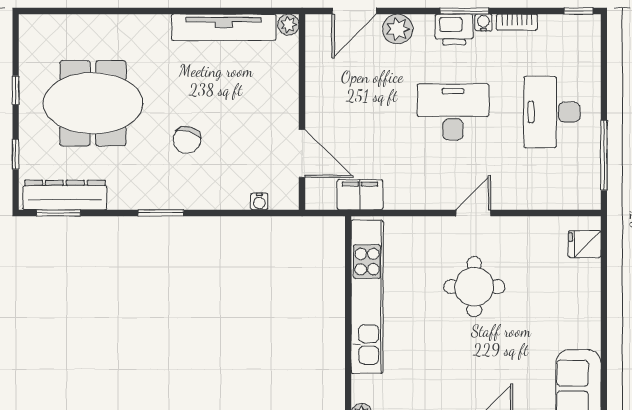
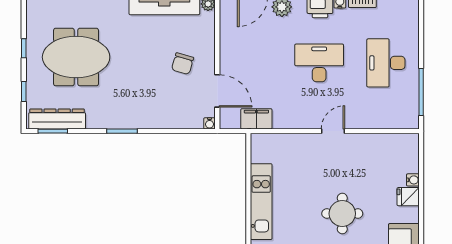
chair: (187, 140) -> (183, 64), moved
water cooler: (259, 202) -> (210, 123), moved
fridge: (585, 244) -> (408, 197), moved
water cooler: (592, 285) -> (413, 180), added
round table: (474, 287) -> (342, 214), moved
kitchen unit: (367, 297) -> (261, 202), width x0.73

